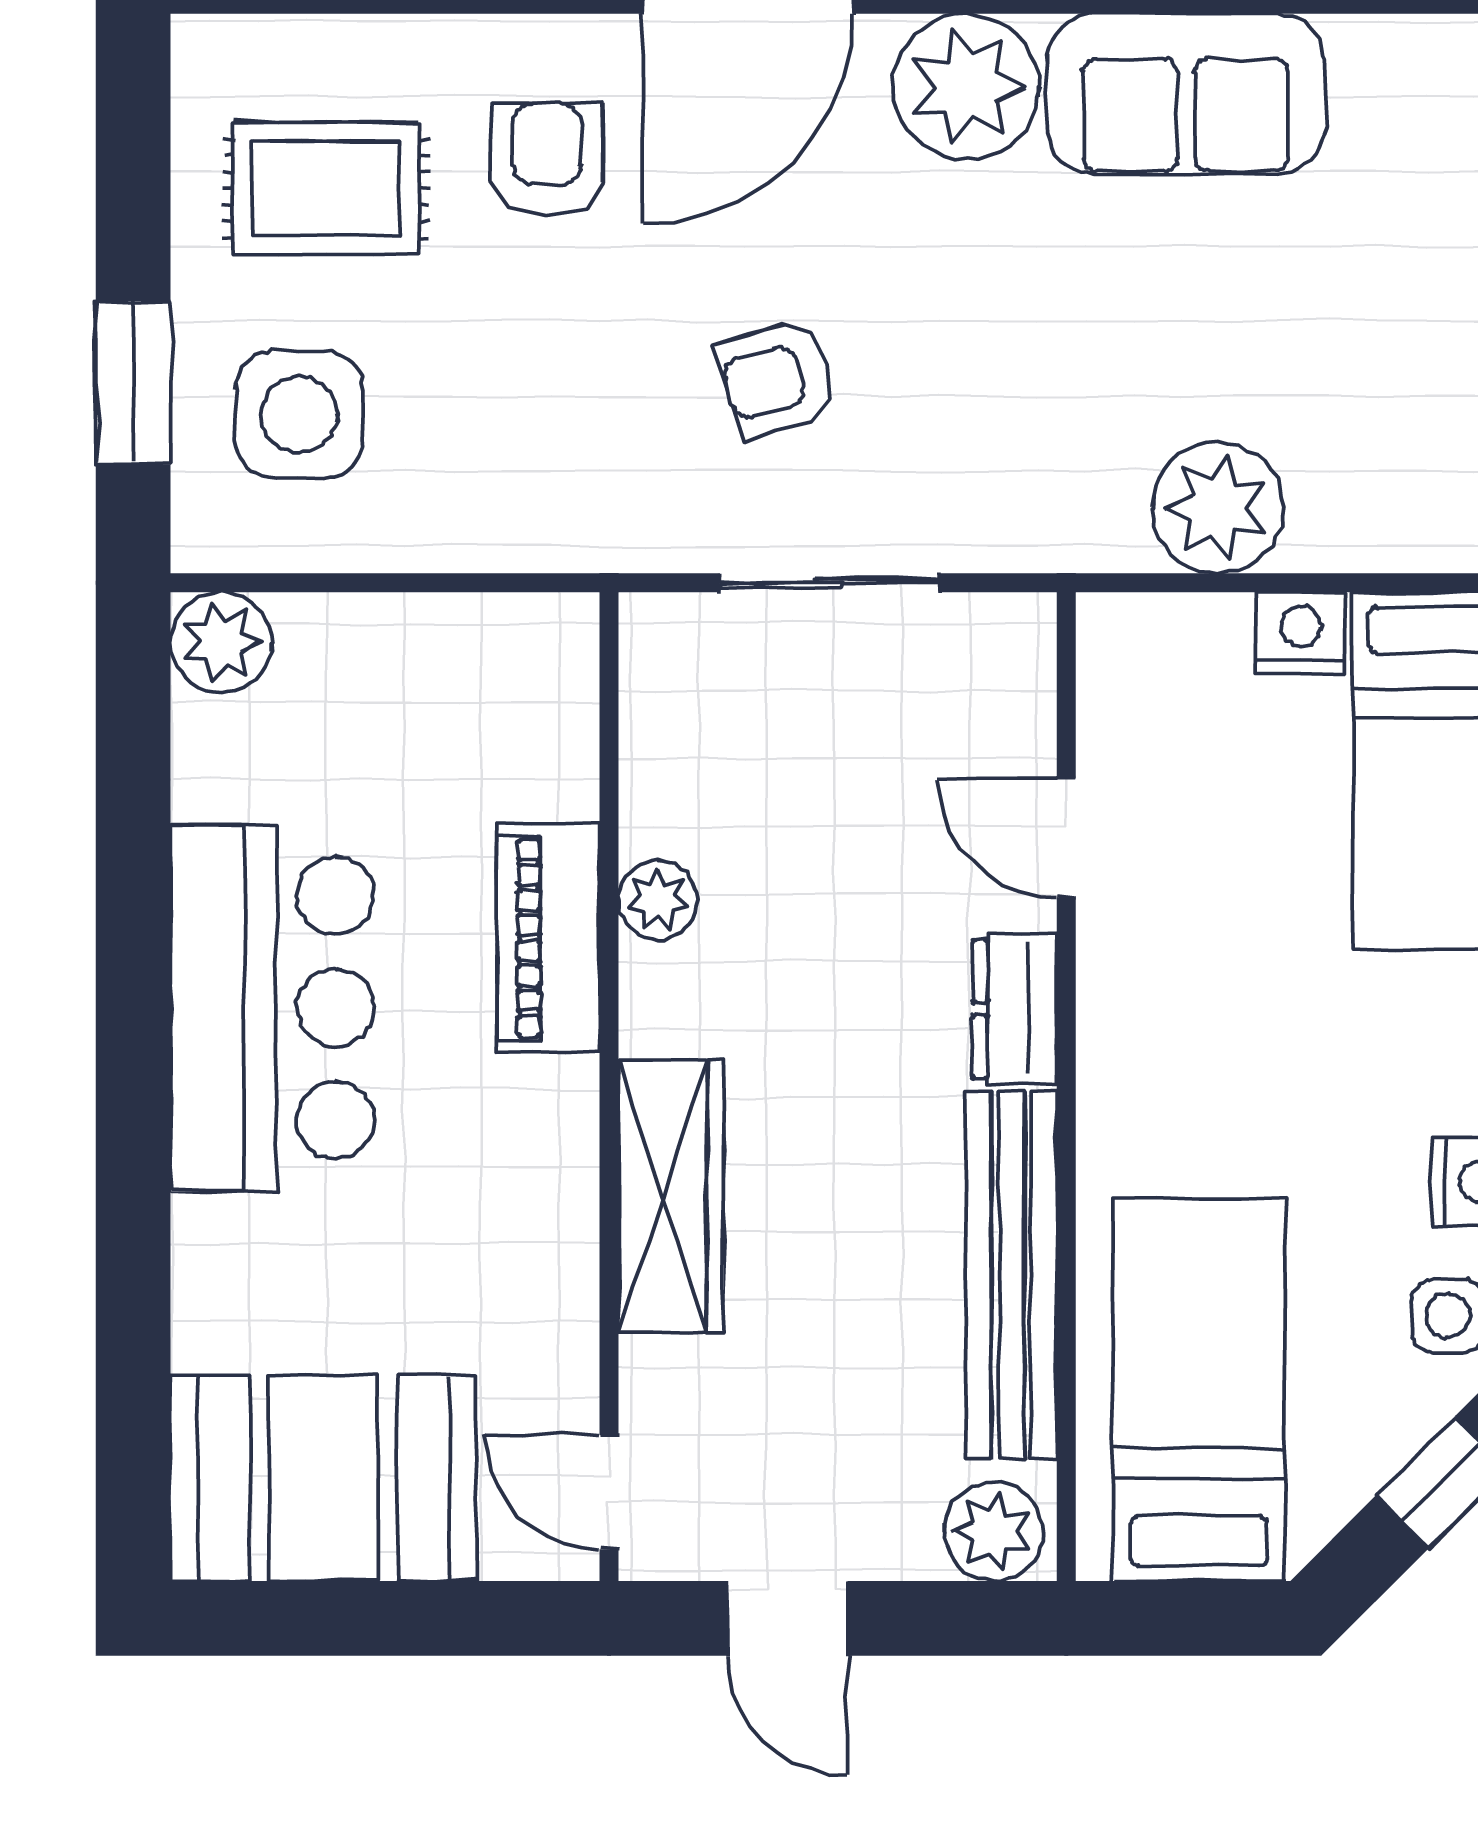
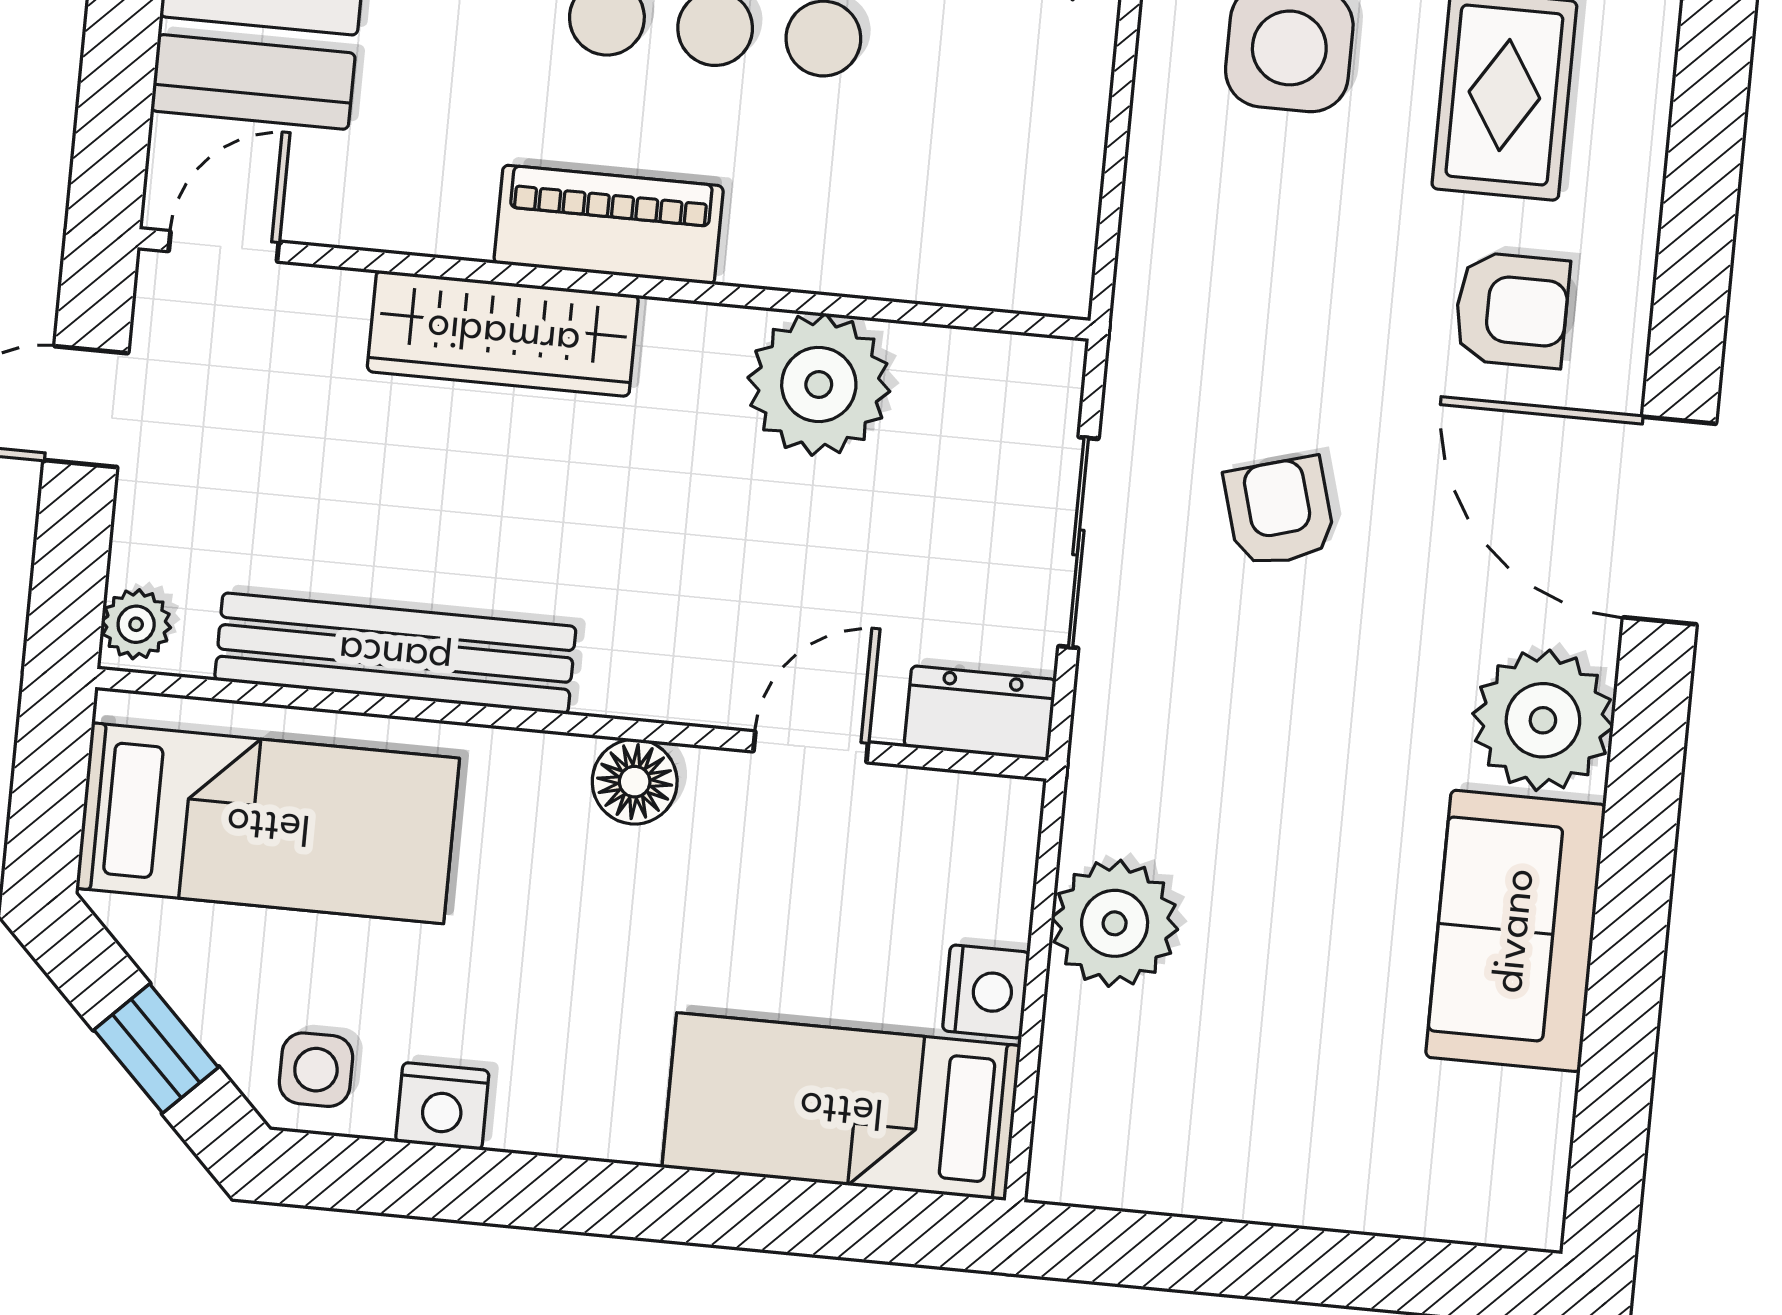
plant: (658, 900) -> (819, 384), width x1.88, depth x1.88
piano: (548, 938) -> (609, 225), moved
dresser: (1015, 1009) -> (980, 713), moved
floor lamp: (1119, 1016) -> (635, 782), added
plant: (993, 1532) -> (136, 624), width x0.73, depth x0.73

